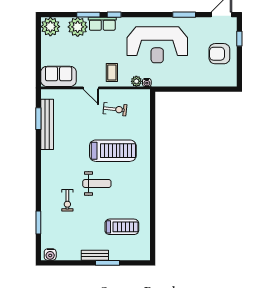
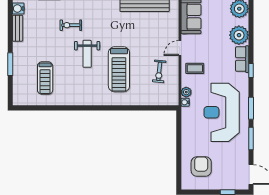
window: (88, 15) -> (251, 108), moved
armchair: (219, 54) -> (201, 167), moved
bench: (95, 255) -> (18, 28), moved

